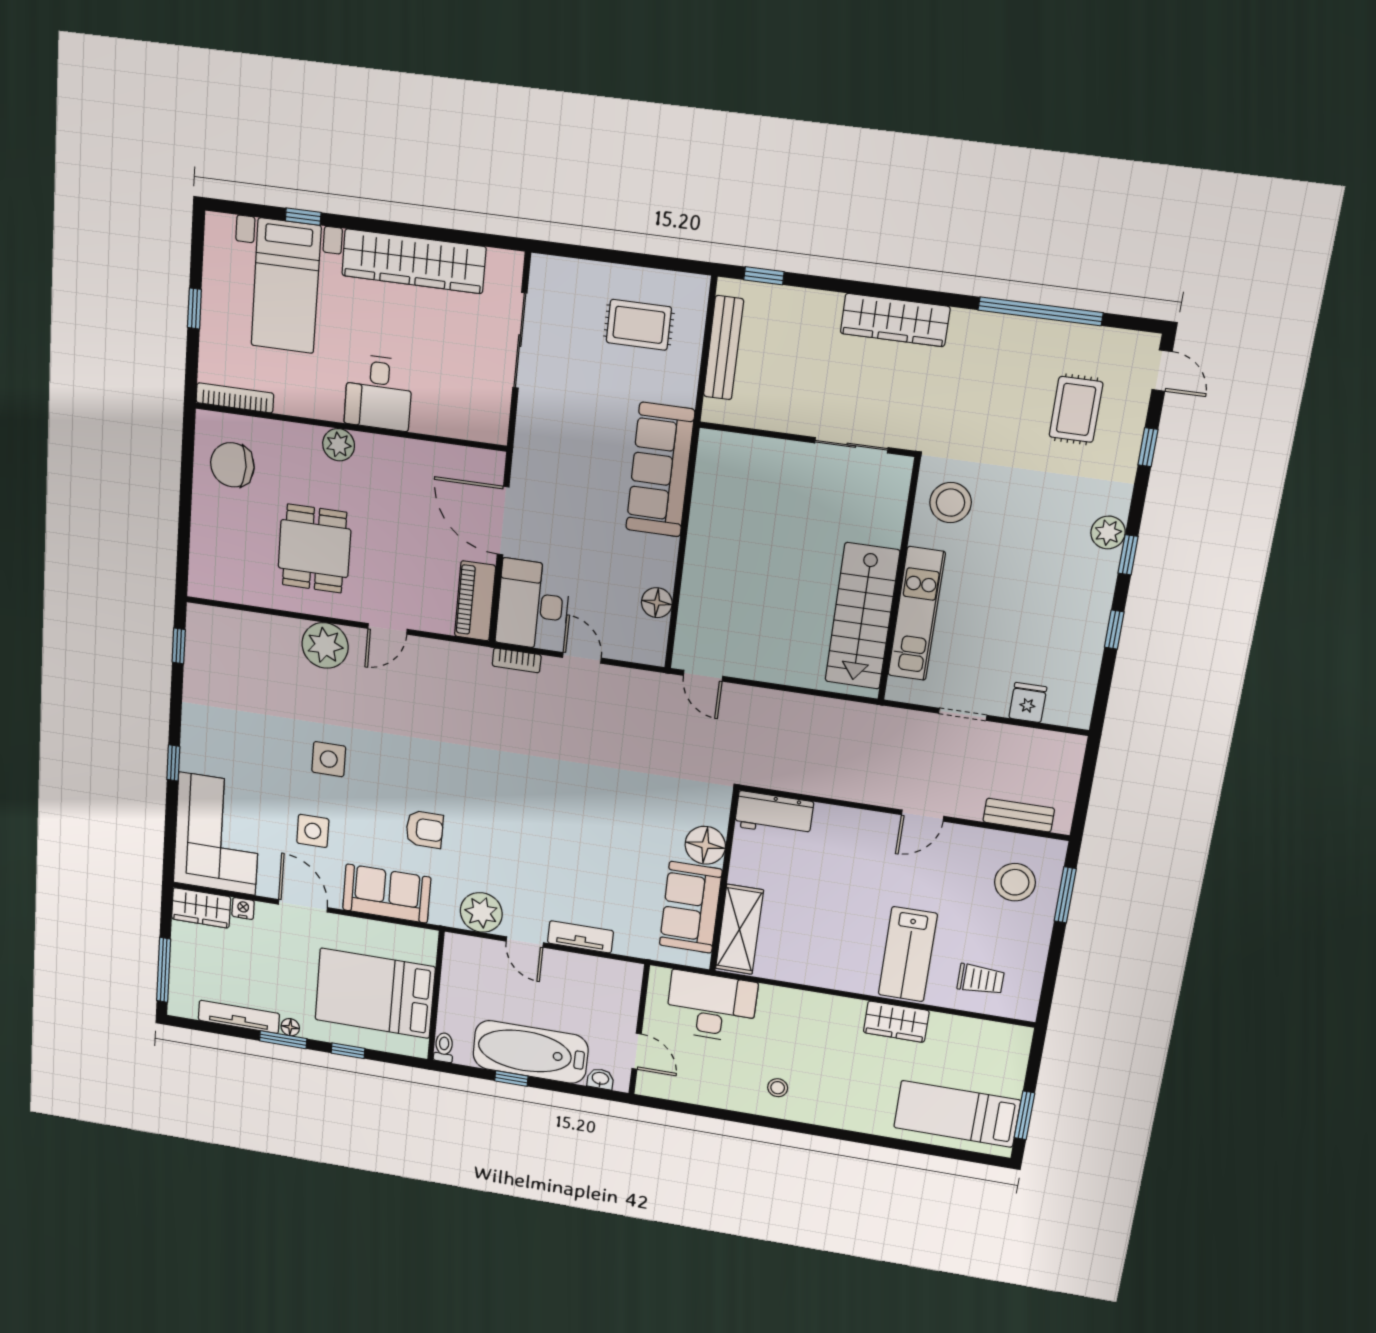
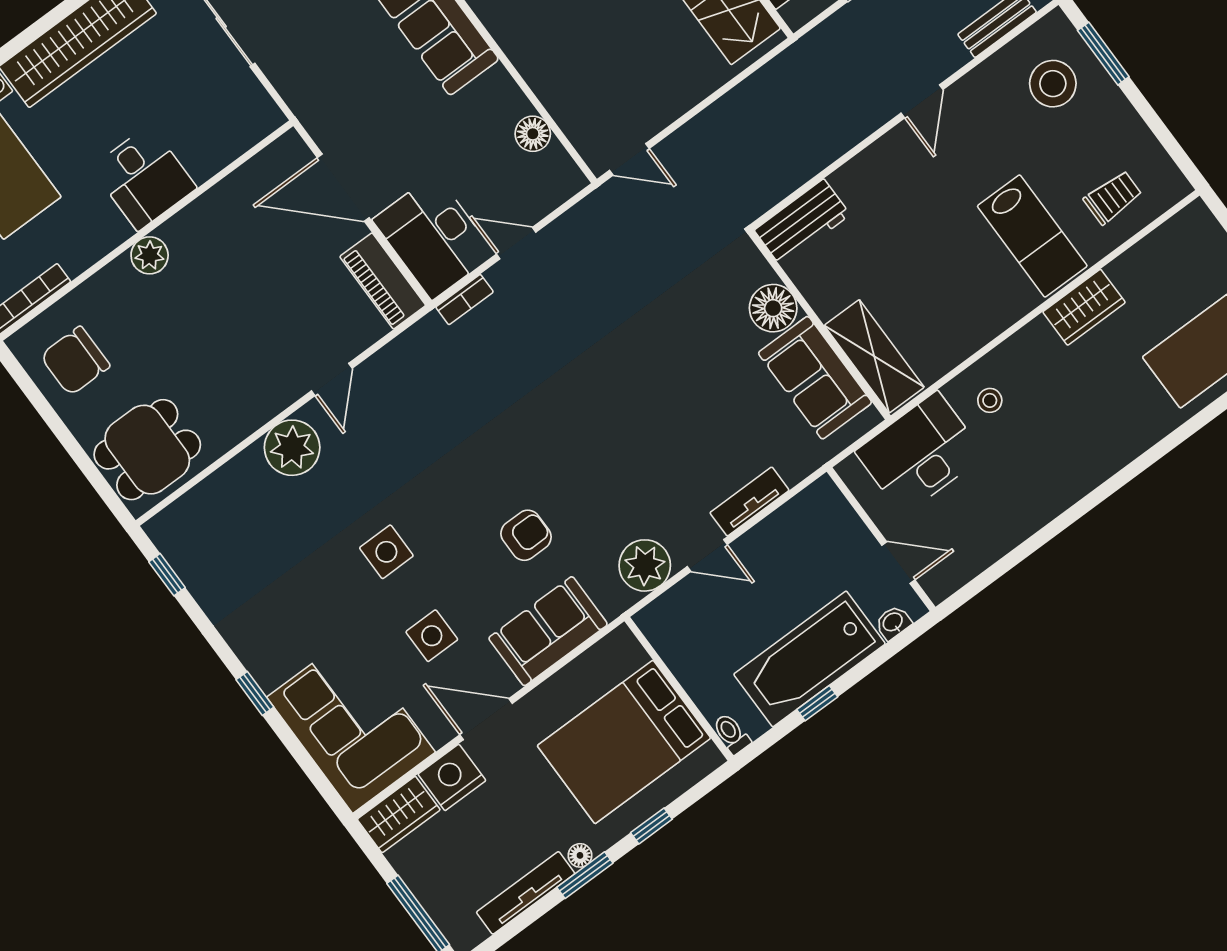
dining table: (314, 549) -> (147, 450), moved, turned 90
nightstand: (243, 908) -> (452, 777), width x1.89, depth x1.79
stool: (778, 1088) -> (990, 400), moved

